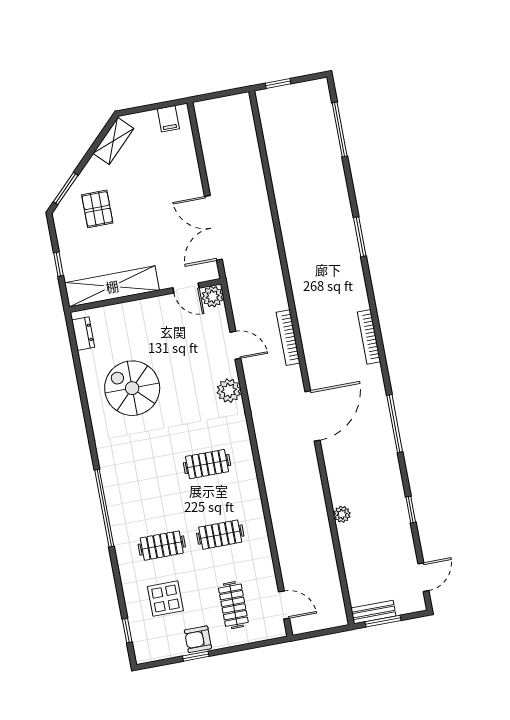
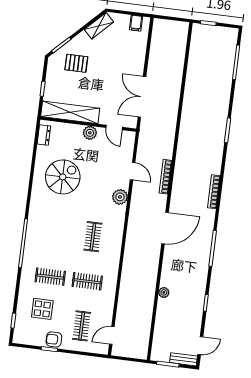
pallet: (97, 209) -> (76, 63), turned 90
plant: (213, 297) -> (90, 133), moved
spiral stairs: (132, 388) -> (63, 177), turned 90
clothes rail: (207, 464) -> (93, 237), turned 90
door: (284, 605) -> (112, 335), swing flipped
bench: (373, 612) -> (184, 359), moved

